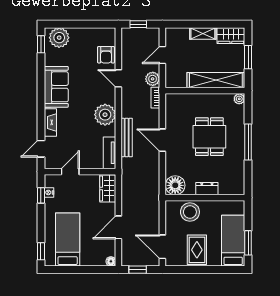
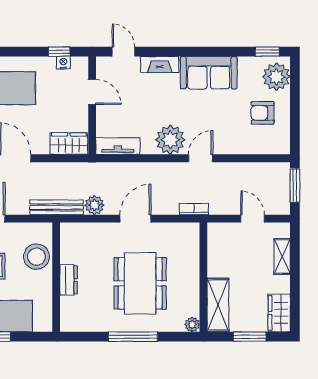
window: (138, 24) -> (295, 186), width x1.50
shelving: (203, 33) -> (282, 256), moved
armchair: (106, 55) -> (263, 113), moved
door: (118, 78) -> (201, 158), moved
plant: (153, 79) -> (94, 205), moved
shelving: (216, 80) -> (218, 305), width x0.68
bench: (127, 137) -> (57, 207), moved
dining table: (209, 137) -> (140, 283), width x1.38
floor lamp: (175, 185) -> (73, 236), removed

